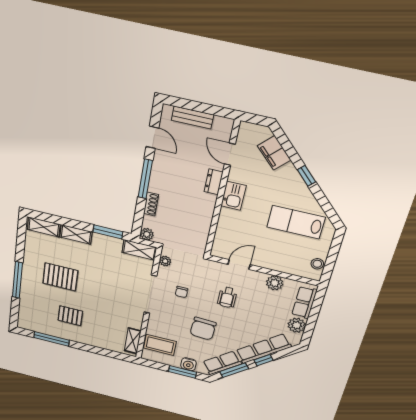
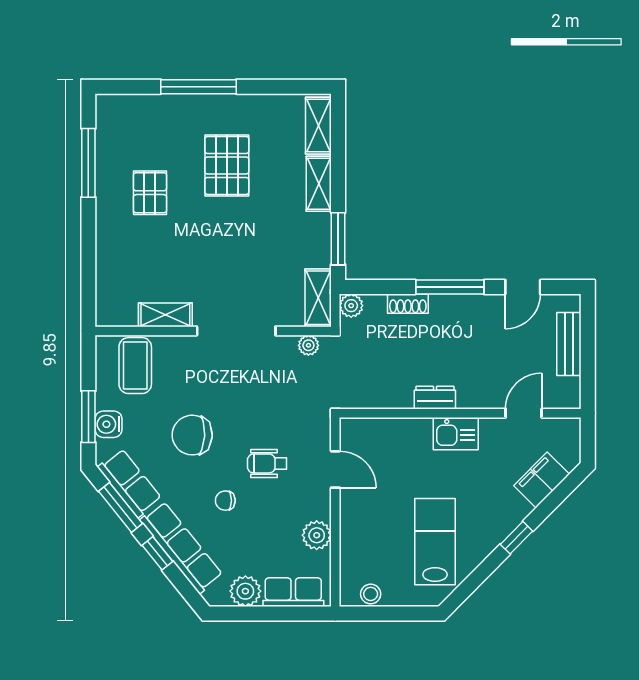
dresser: (214, 182) -> (435, 398), moved
chair: (182, 292) -> (225, 501), moved
shelving: (133, 341) -> (165, 315), moved

